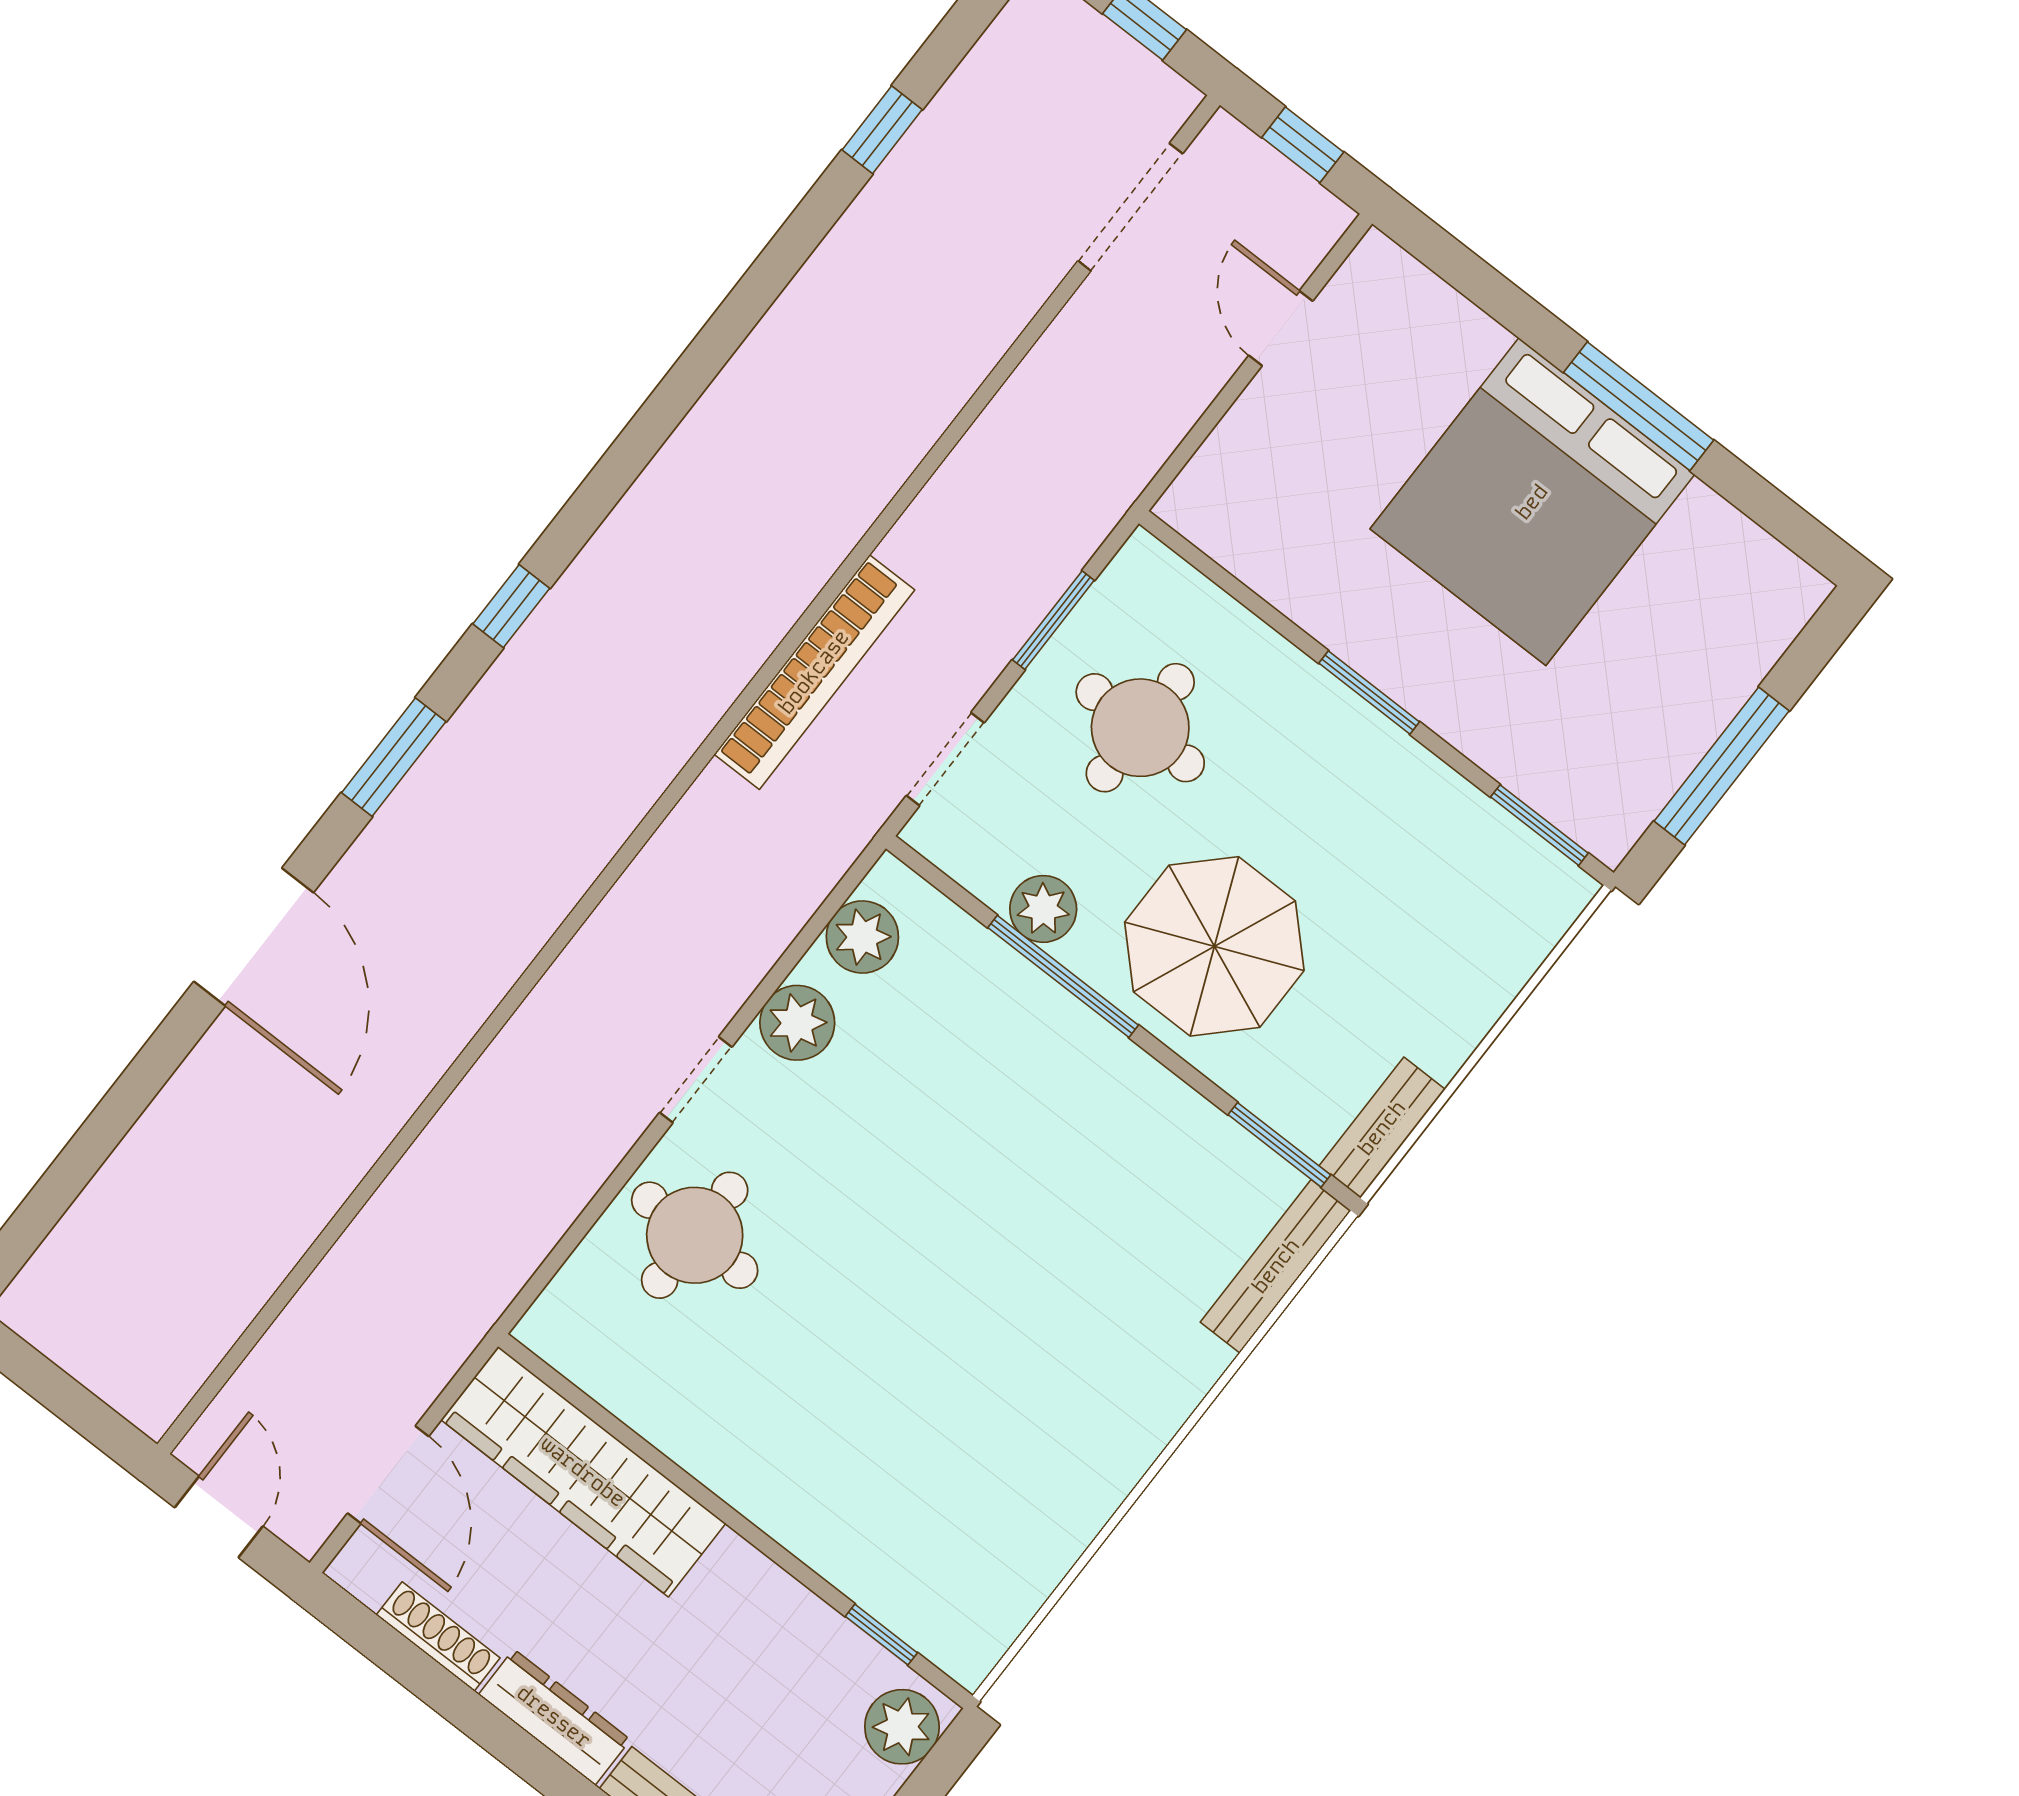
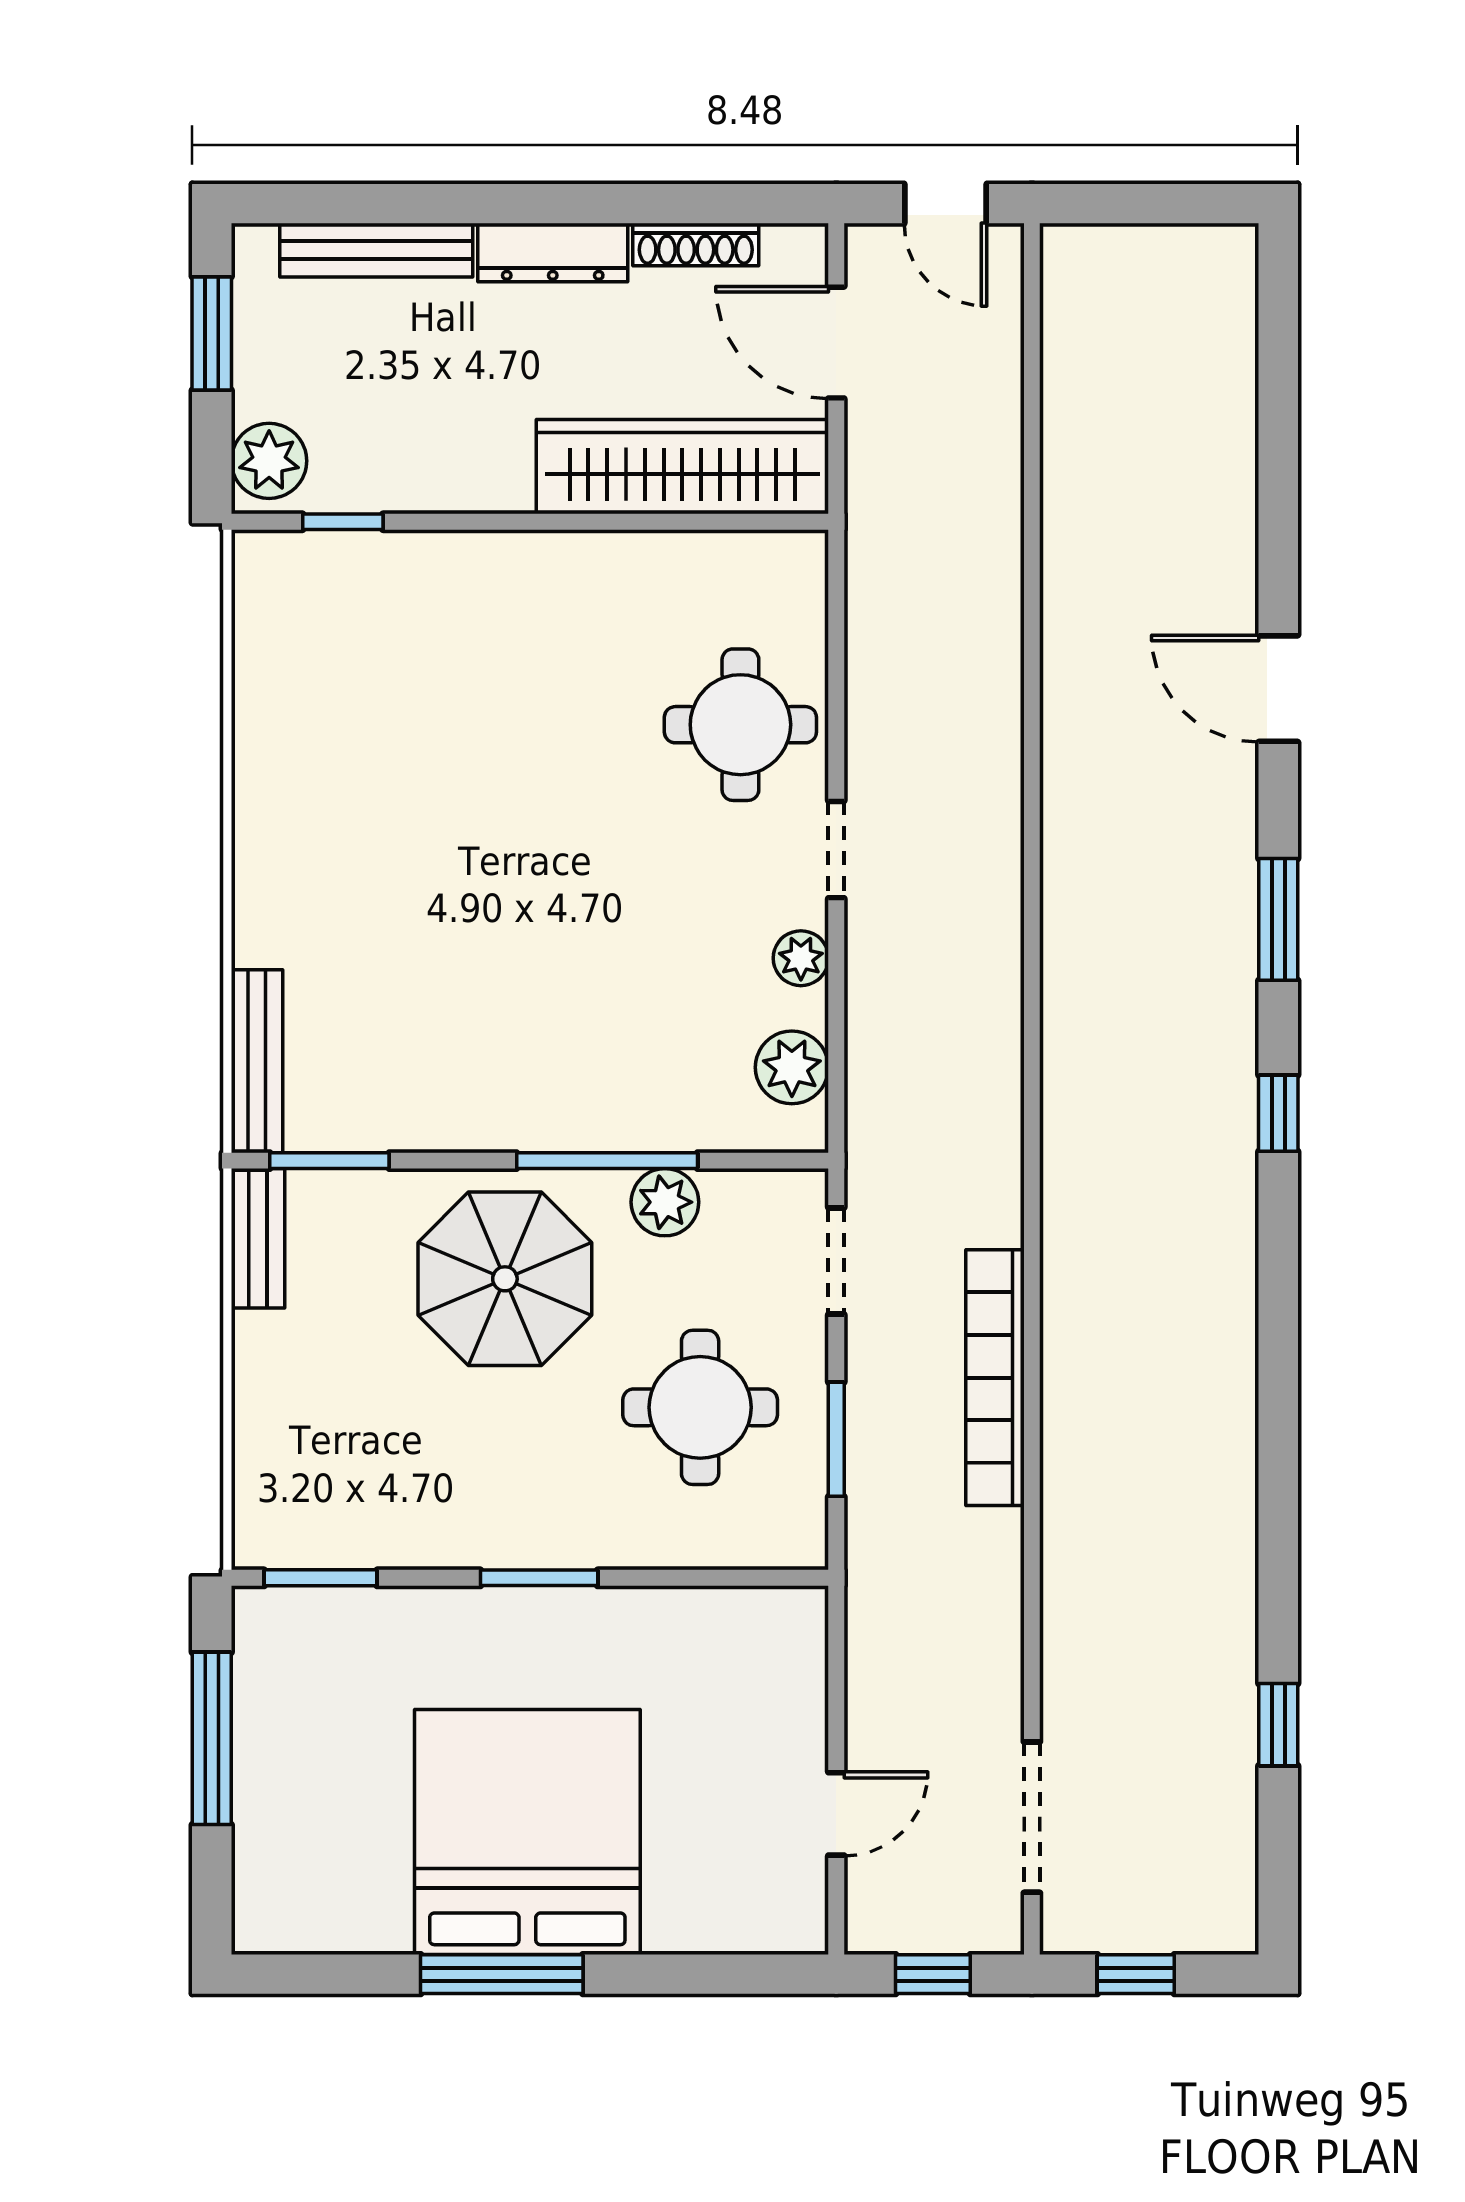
door: (1281, 328) -> (836, 1814), hinge flipped
bookcase: (814, 672) -> (995, 1378), moved
door: (254, 937) -> (1278, 689), width x0.73
plant: (797, 1023) -> (801, 958), width x0.73, depth x0.73

